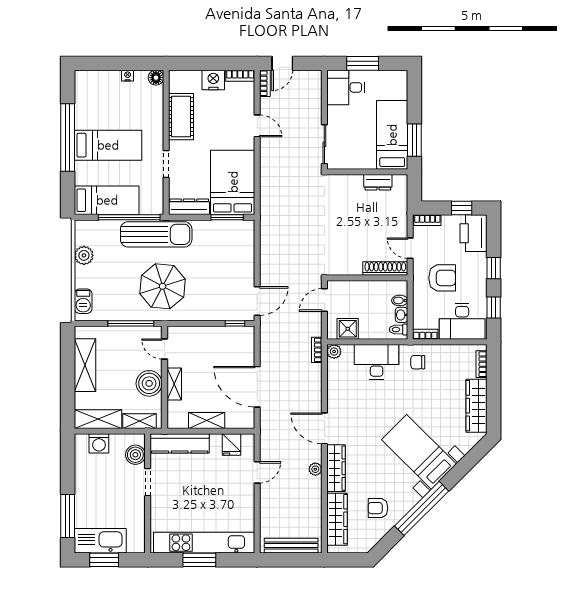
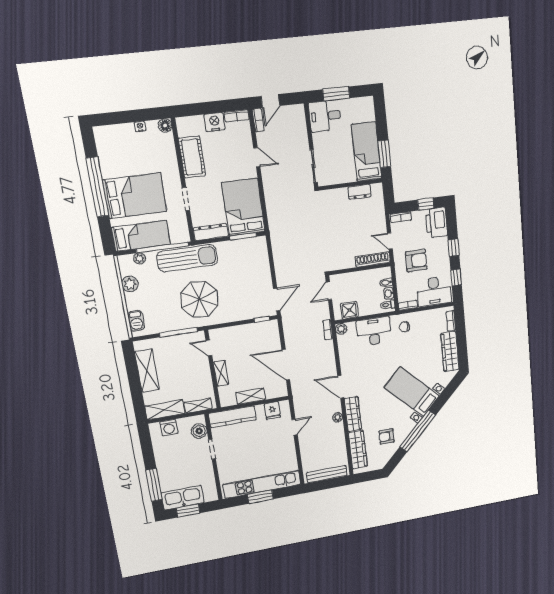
bed: (108, 145) -> (135, 196), width x1.50
plant: (100, 227) -> (140, 258), added
boiler: (149, 383) -> (201, 376), removed

